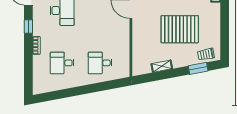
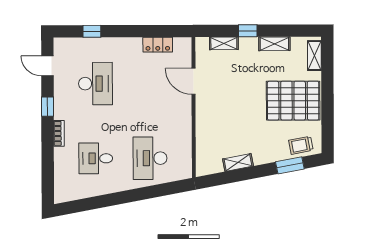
pallet: (180, 29) -> (293, 101), moved
desk: (100, 63) -> (150, 158), width x1.37

